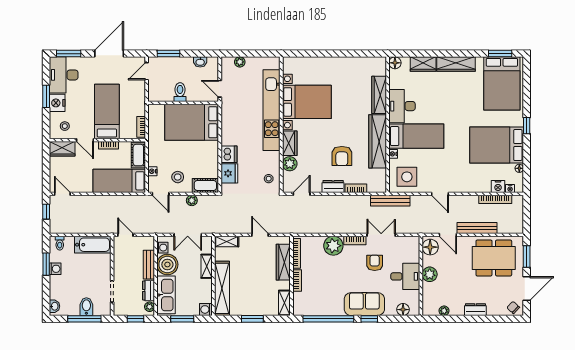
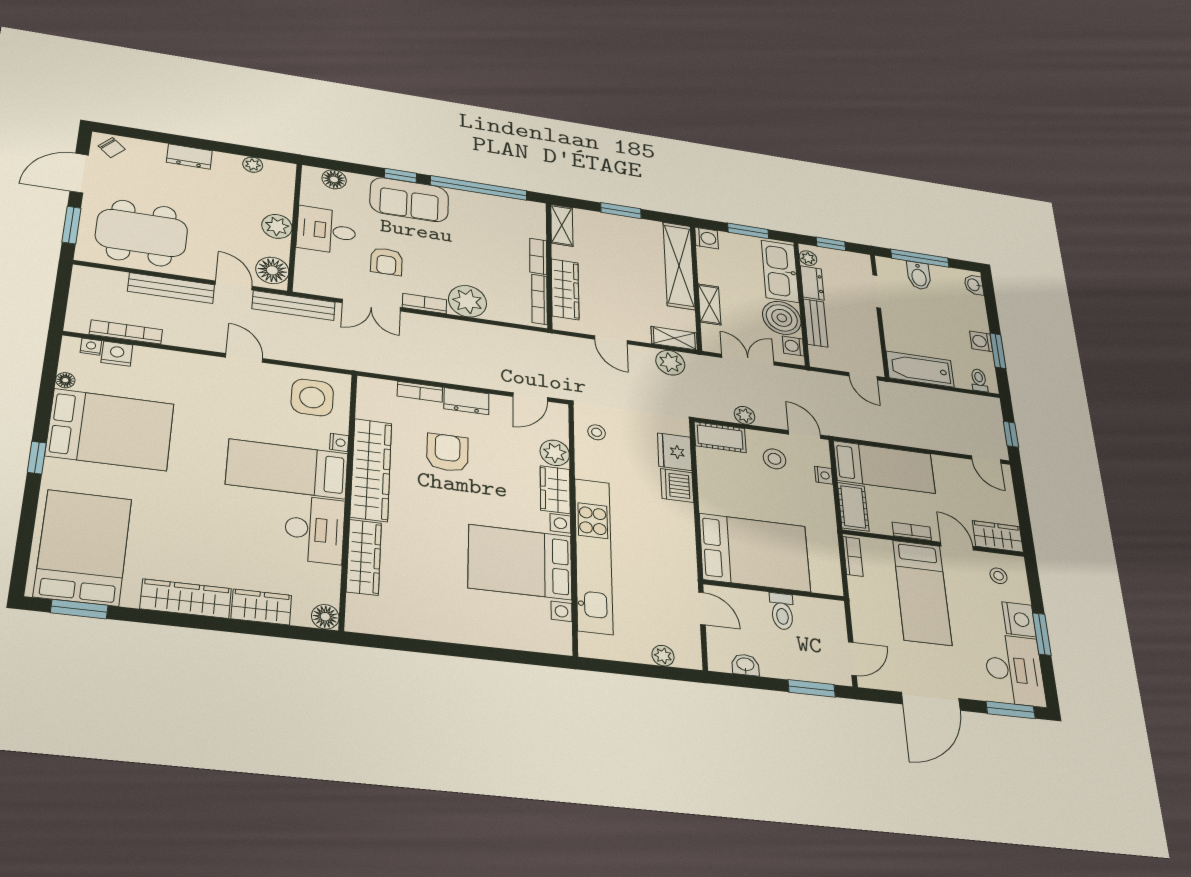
bench: (390, 201) -> (294, 305), moved
plant: (229, 226) -> (670, 363), added

